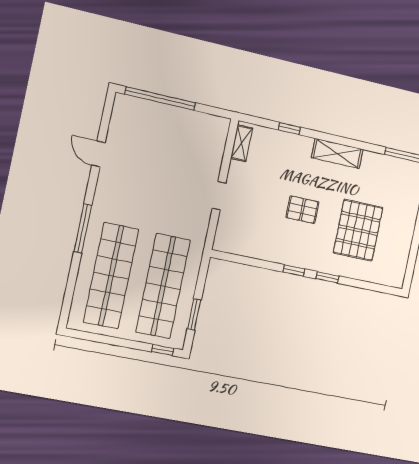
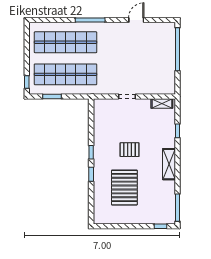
pallet: (302, 210) -> (130, 150), turned 90
pallet: (358, 230) -> (124, 188), turned 90

